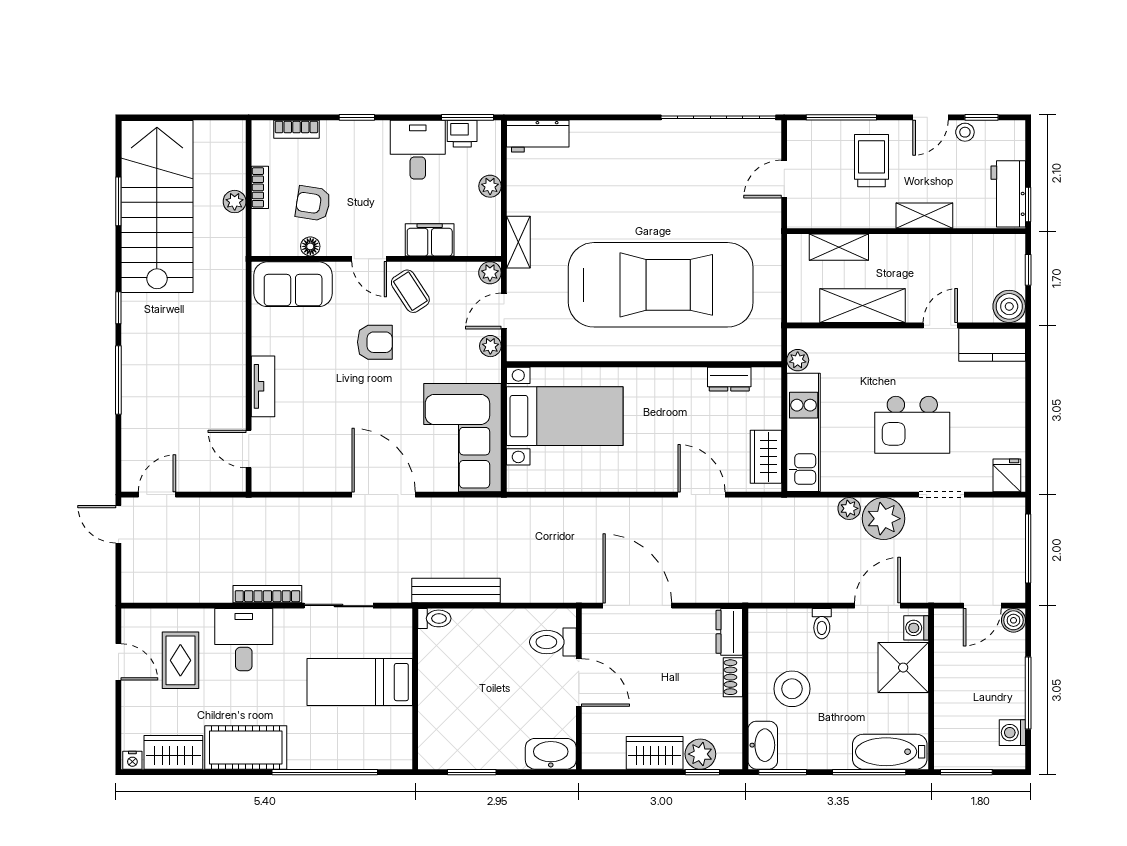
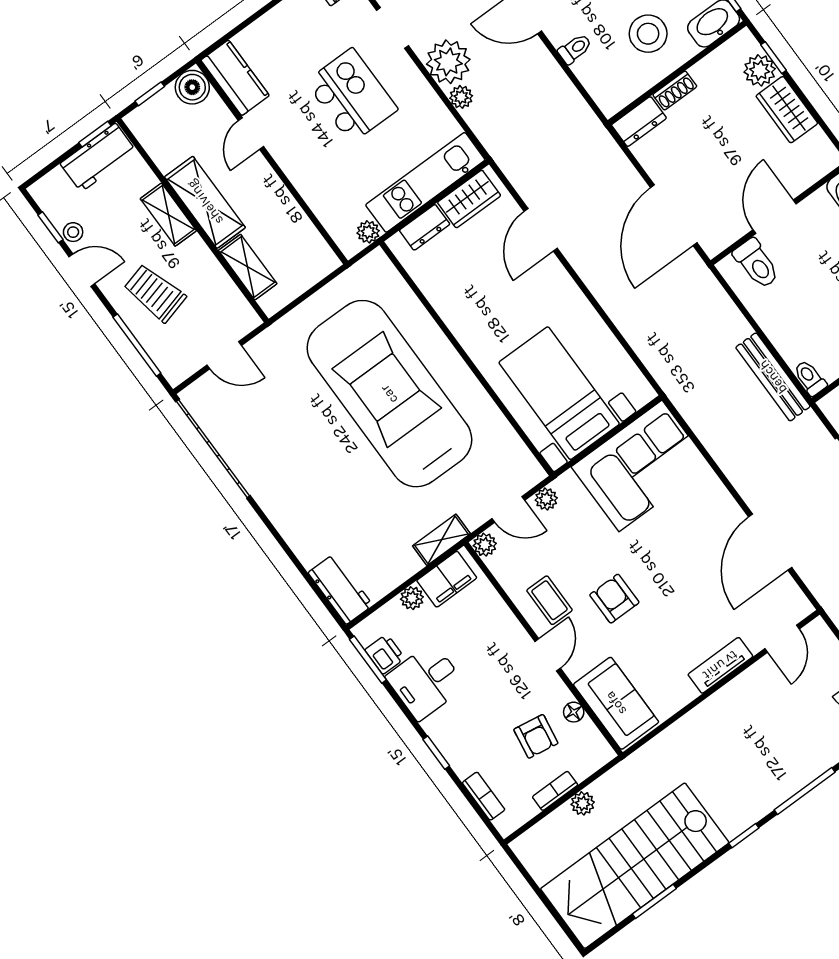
trolley: (872, 161) -> (155, 293), turned 75
filing cabinet: (430, 240) -> (447, 579), moved, turned -90
coffee table: (410, 291) -> (550, 600), turned -57
shelving: (863, 306) -> (205, 202), moved
door: (940, 325) -> (251, 133), hinge flipped
dresser: (729, 379) -> (425, 227), moved, turned 90
door: (384, 495) -> (770, 542), moved

